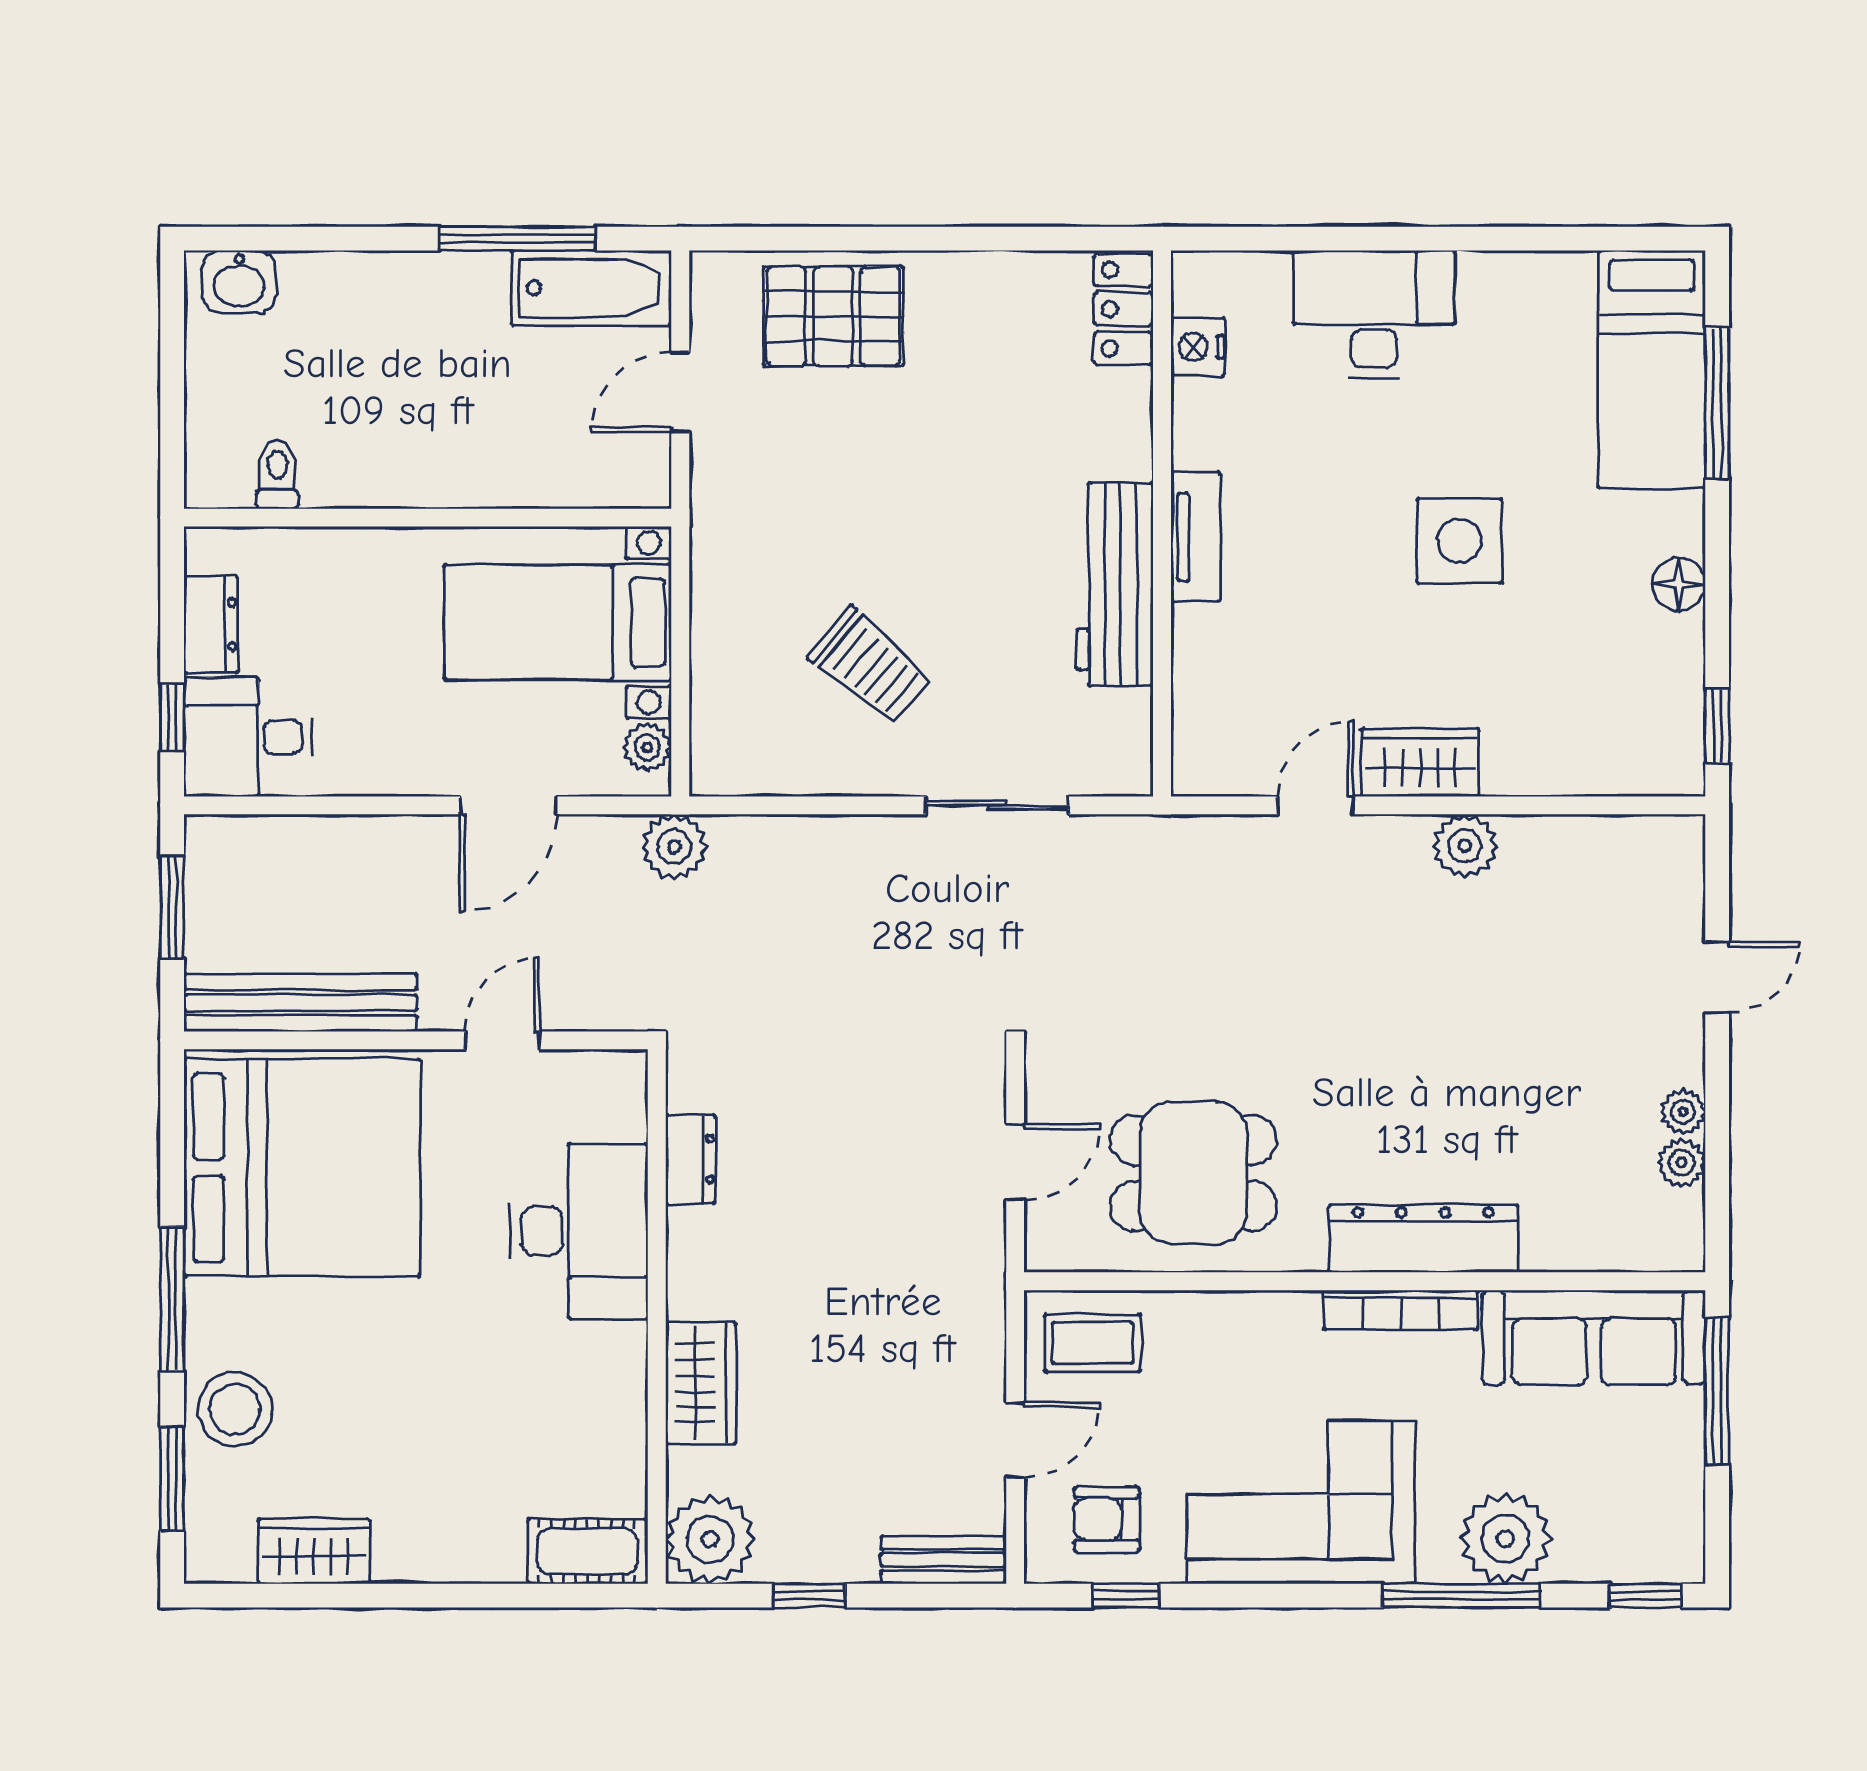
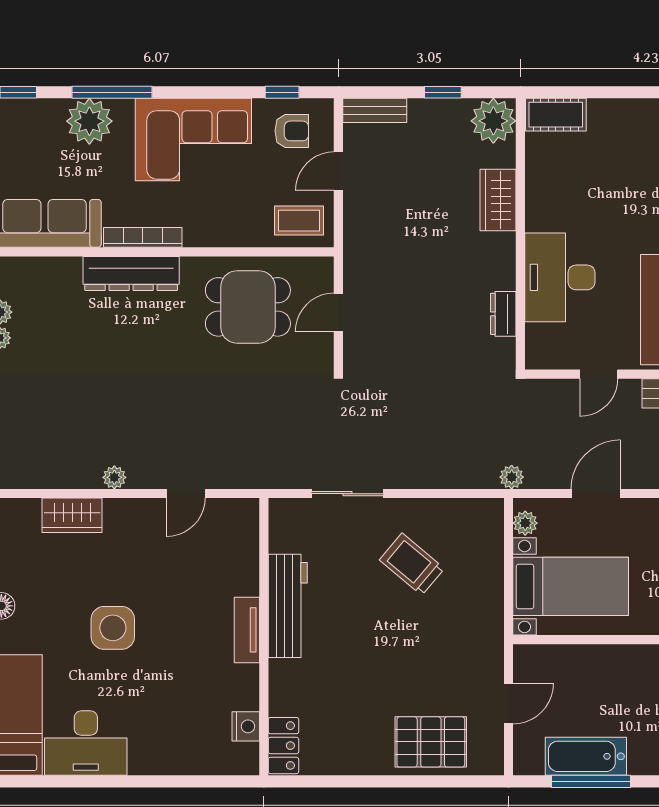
bathtub: (591, 288) -> (586, 756), moved
desk: (1374, 314) -> (86, 743), moved
wardrobe: (1420, 763) -> (72, 515), moved
plant: (1465, 846) -> (114, 477), width x0.73, depth x0.73
plant: (674, 847) -> (512, 477), width x0.73, depth x0.73

